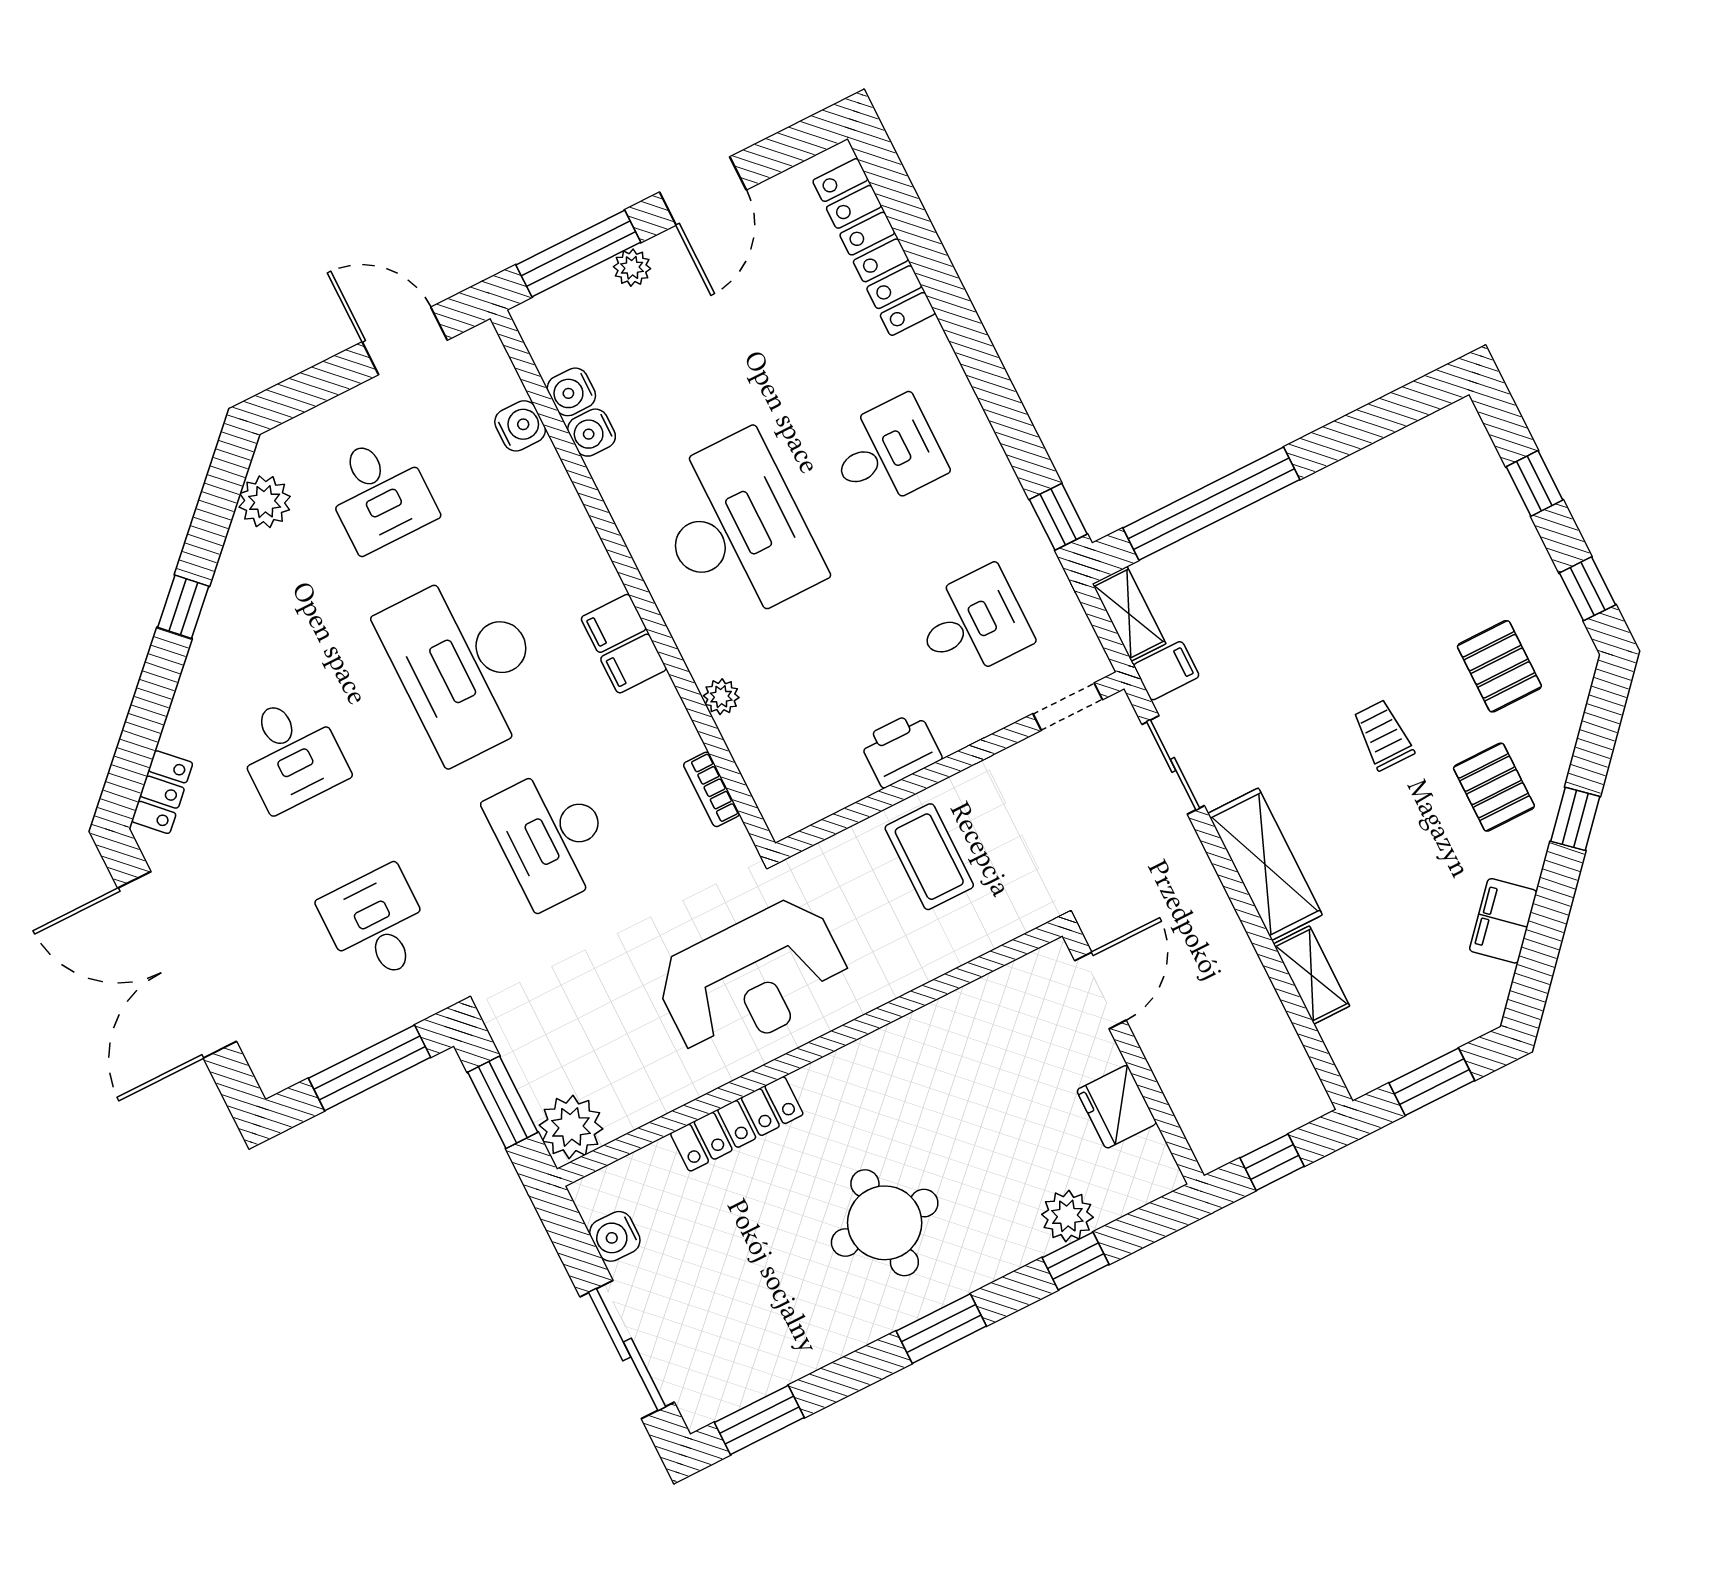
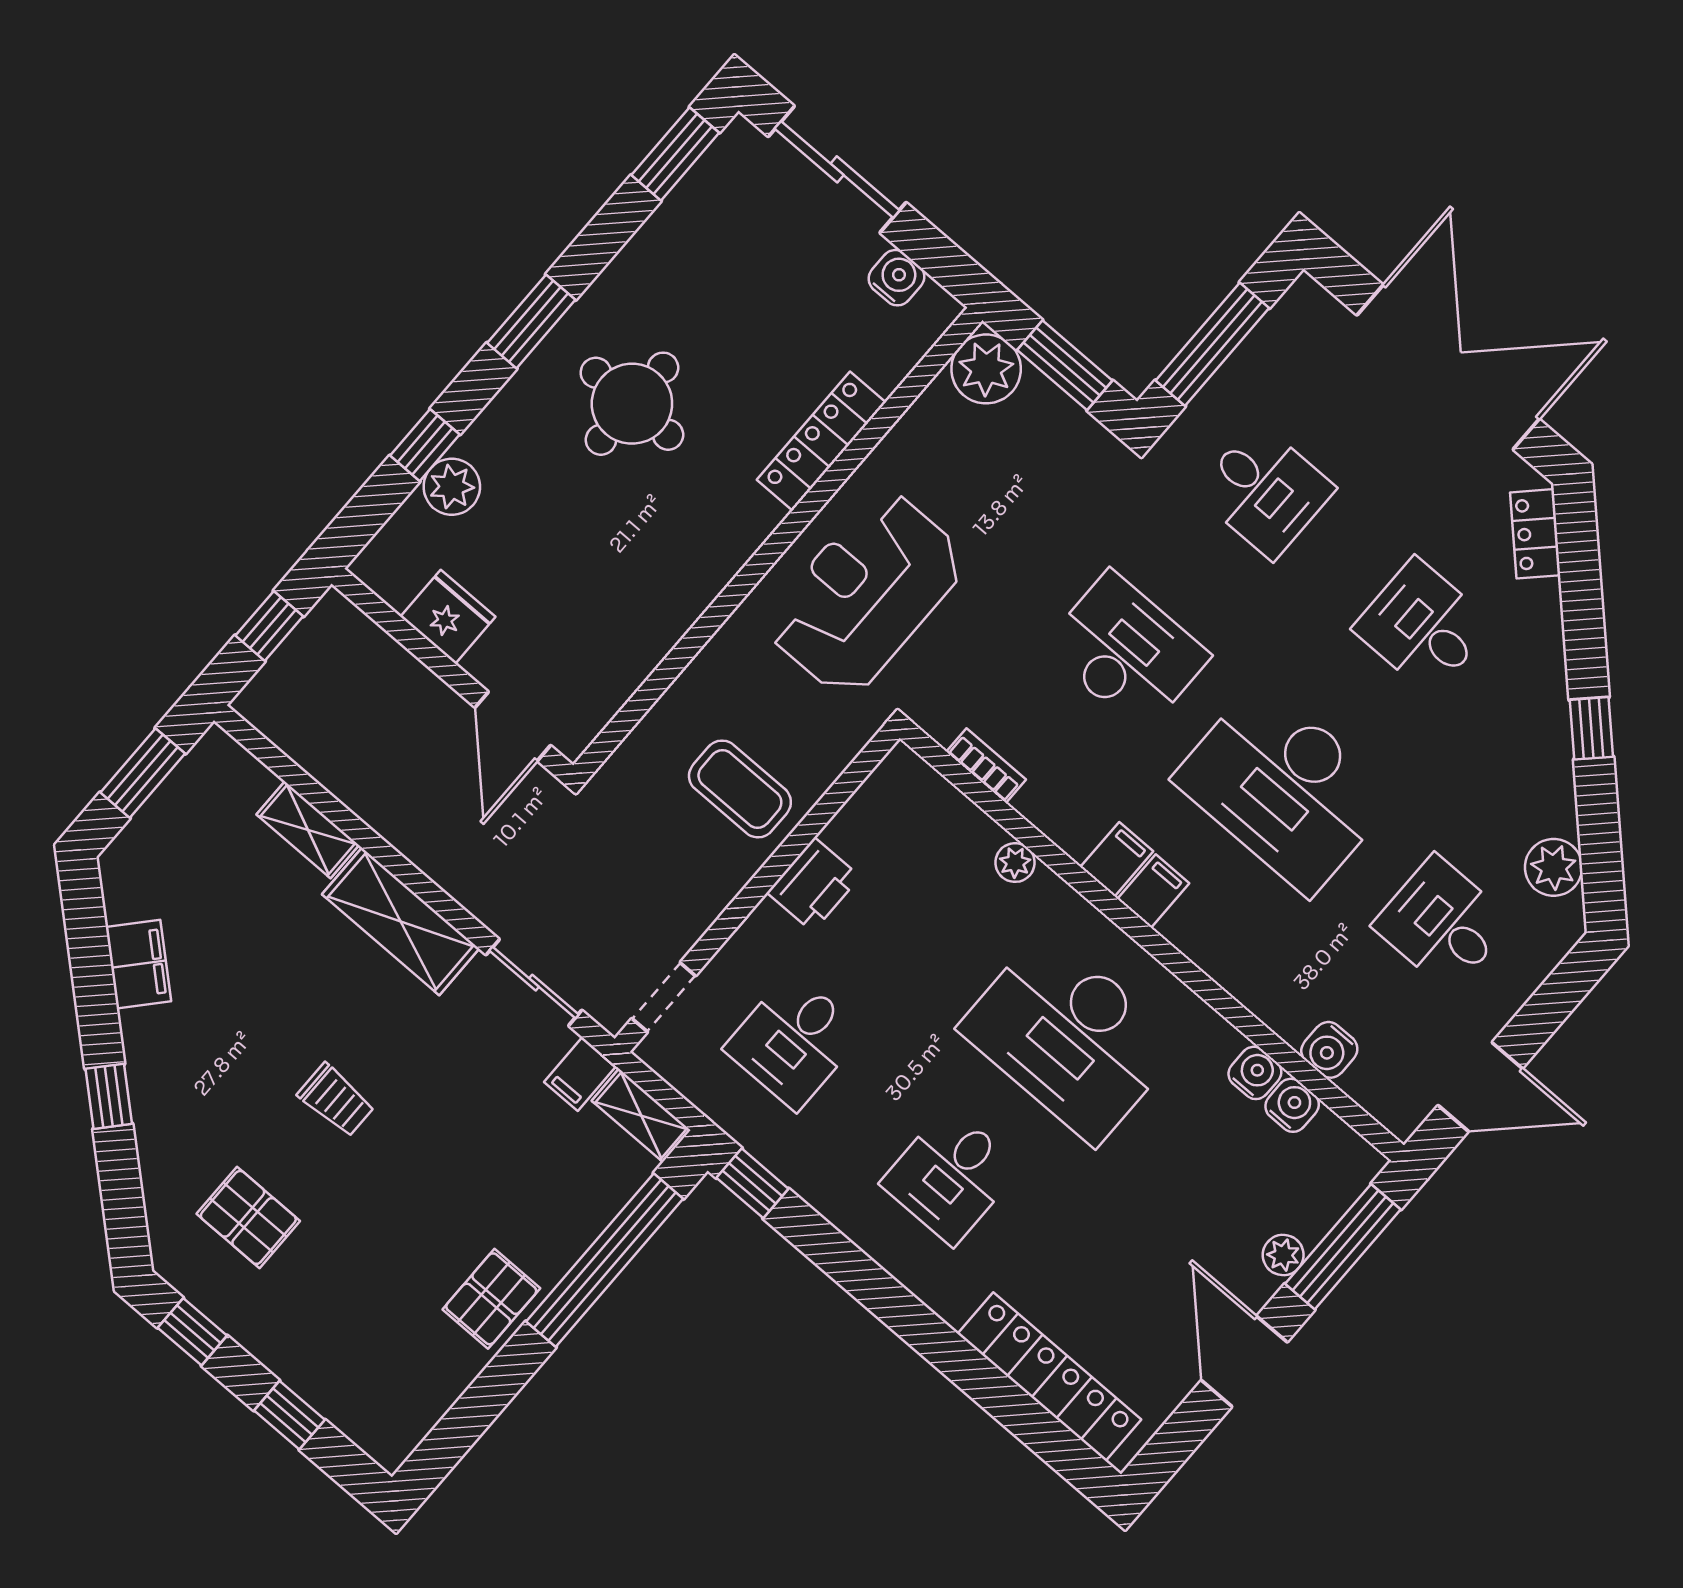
desk: (465, 665) -> (1284, 788), turned 180
pallet: (1494, 787) -> (491, 1299), moved, turned 90

